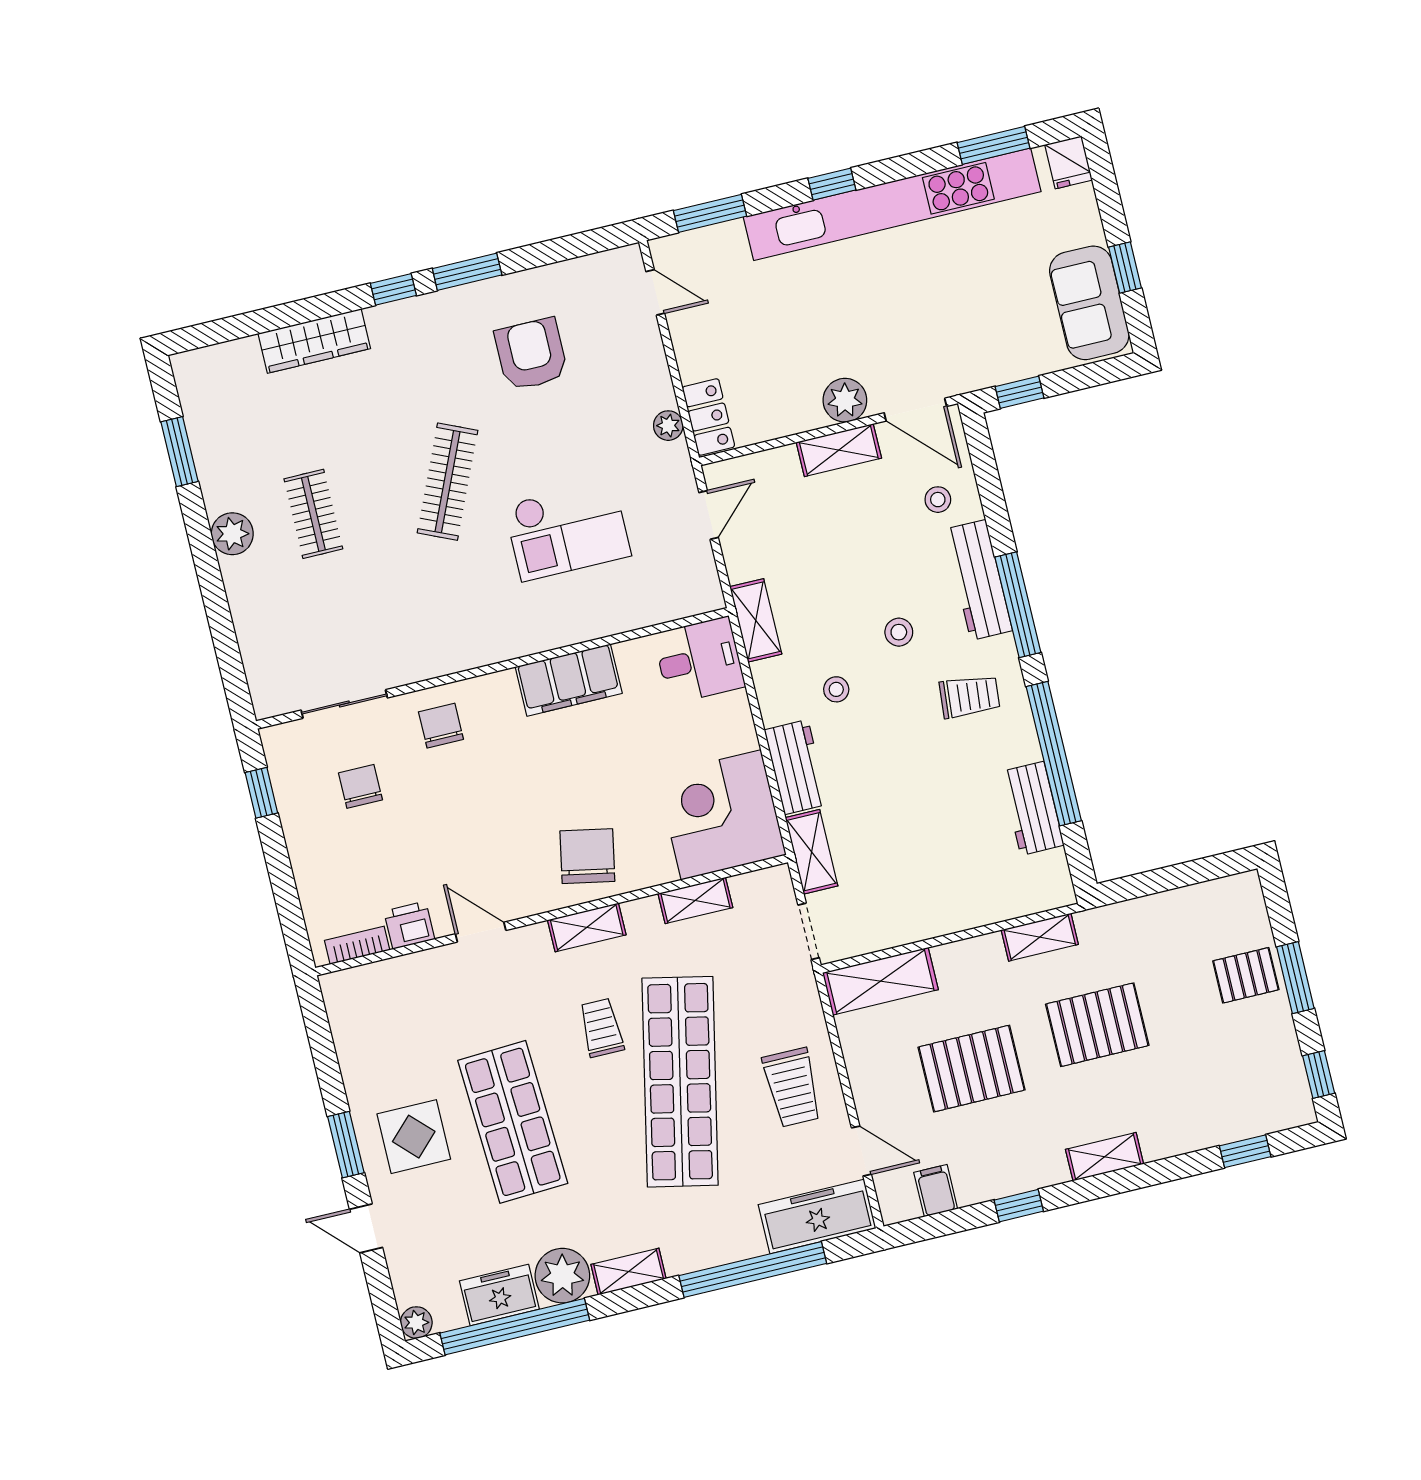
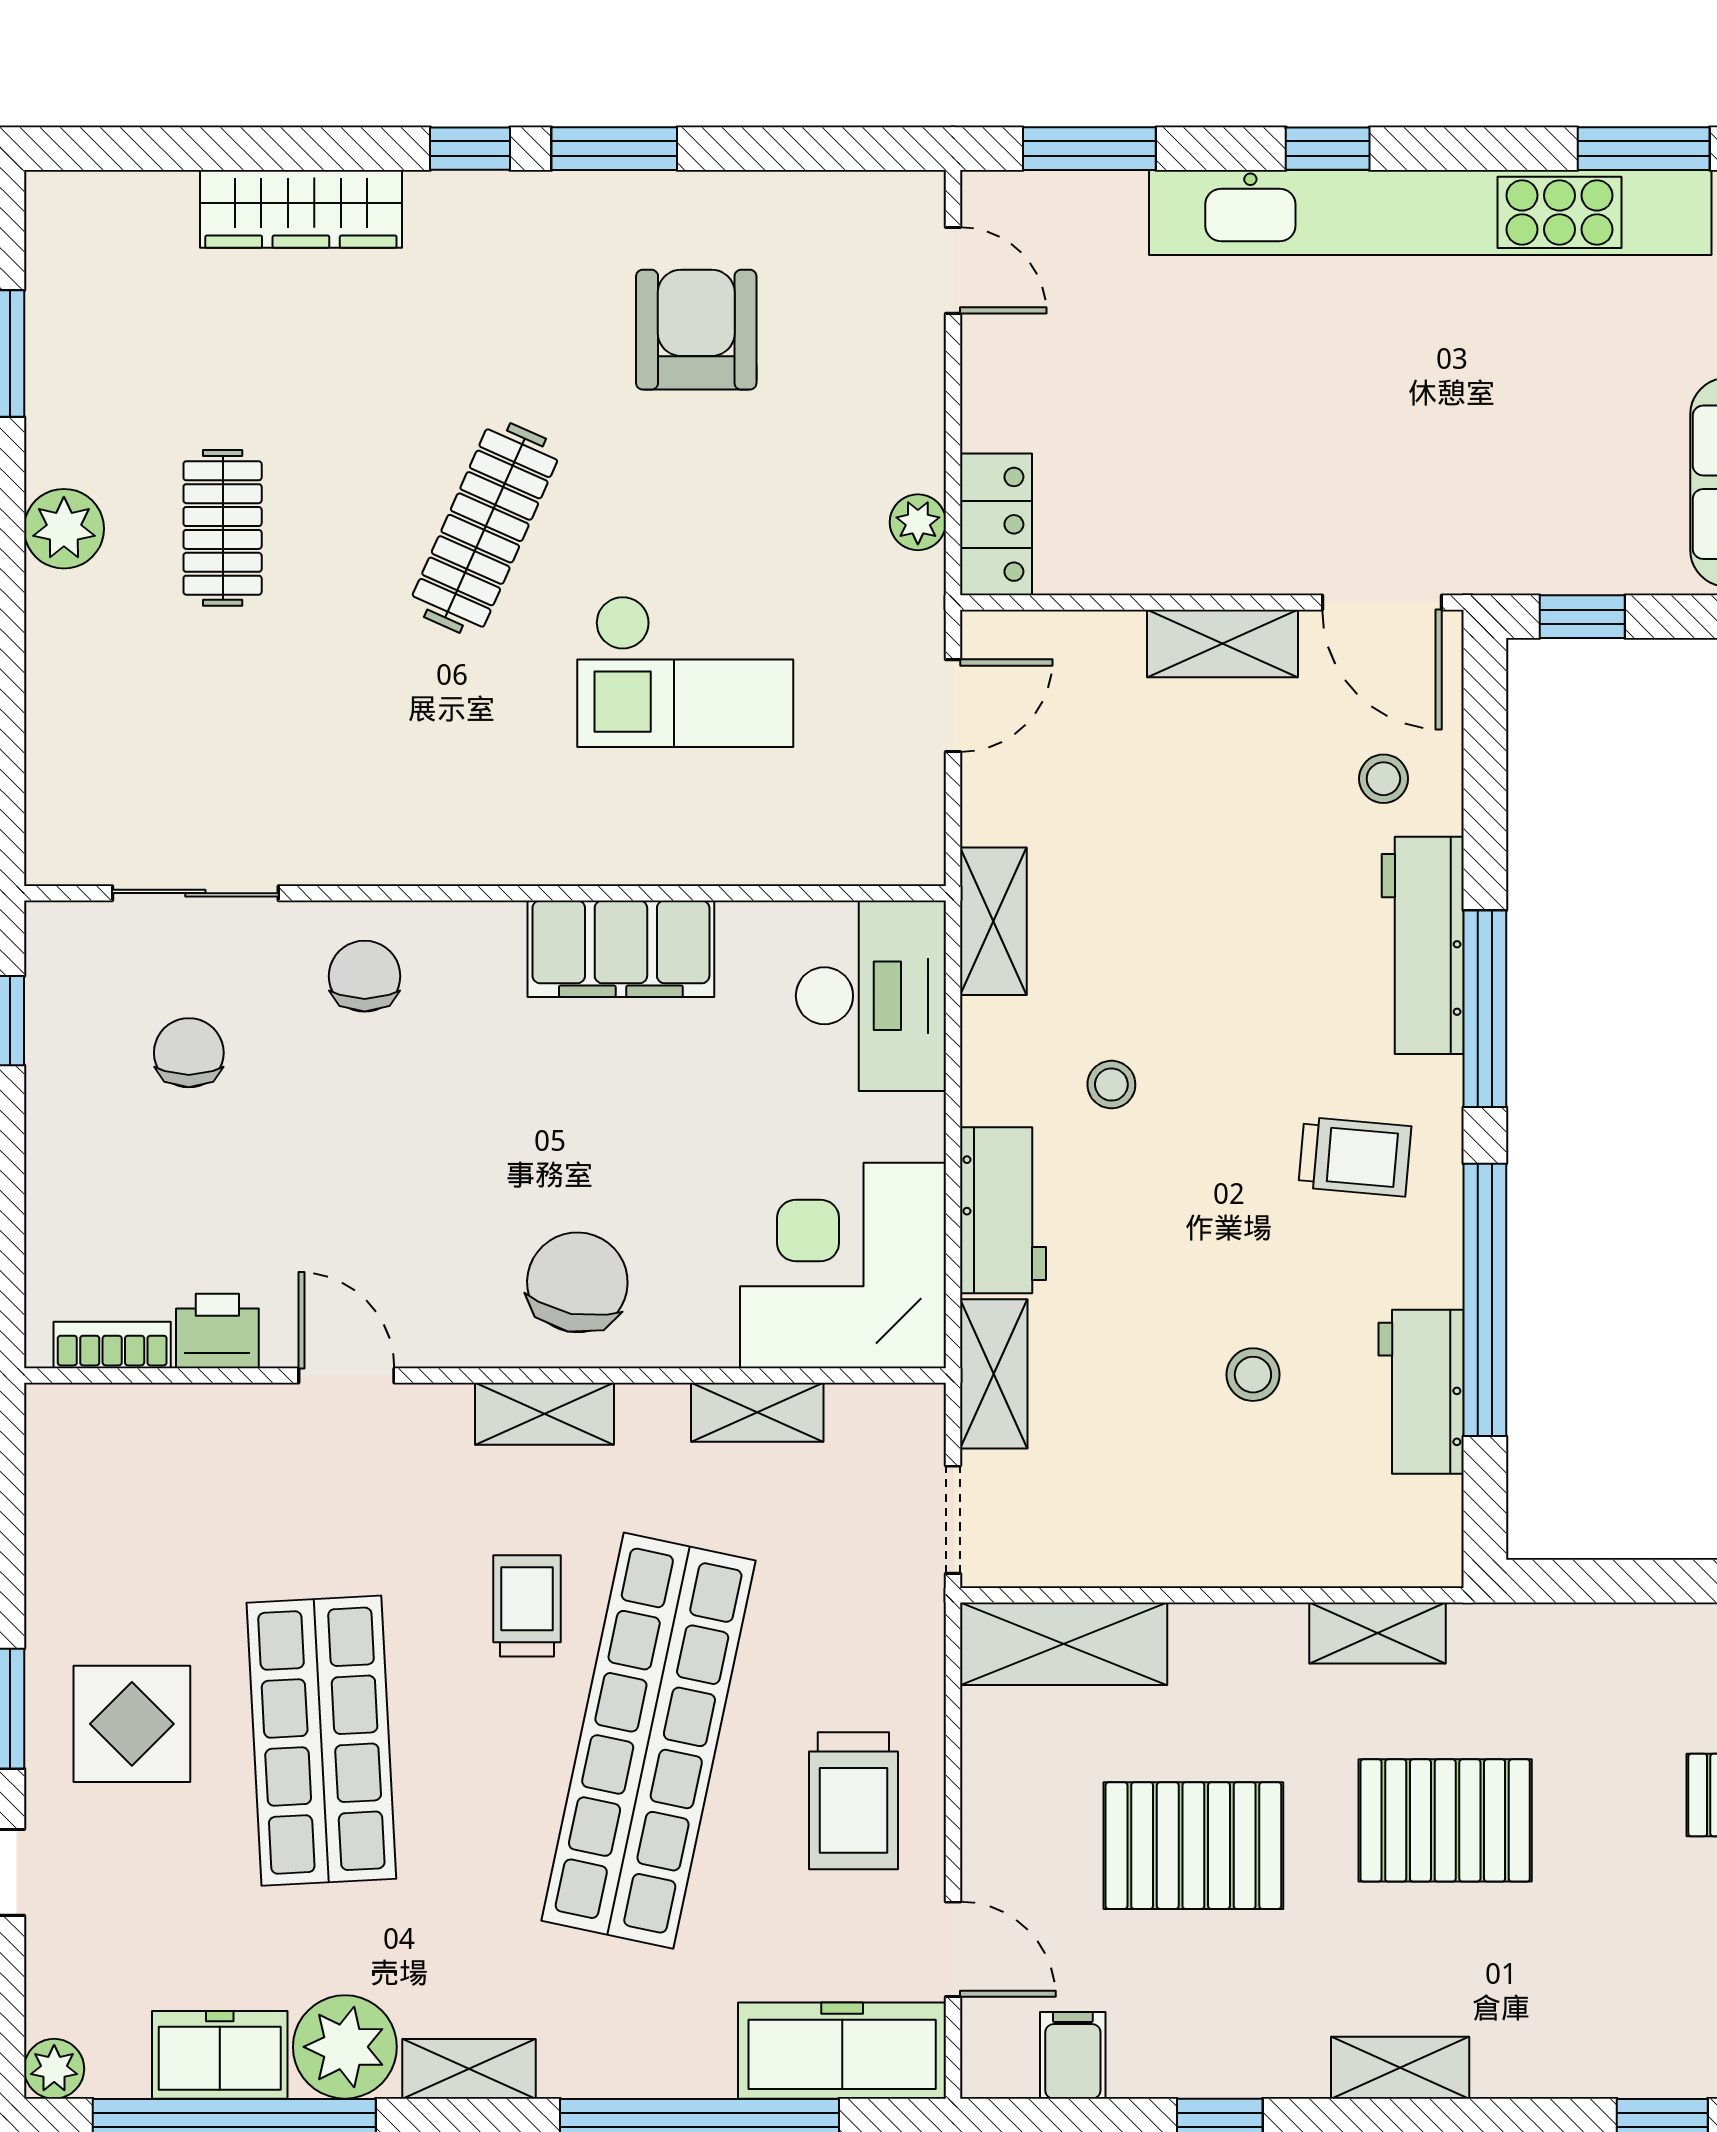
plant: (845, 400) -> (1256, 554), removed
stool: (899, 632) -> (1253, 1375), moved
desk: (699, 660) -> (871, 996), width x1.37

